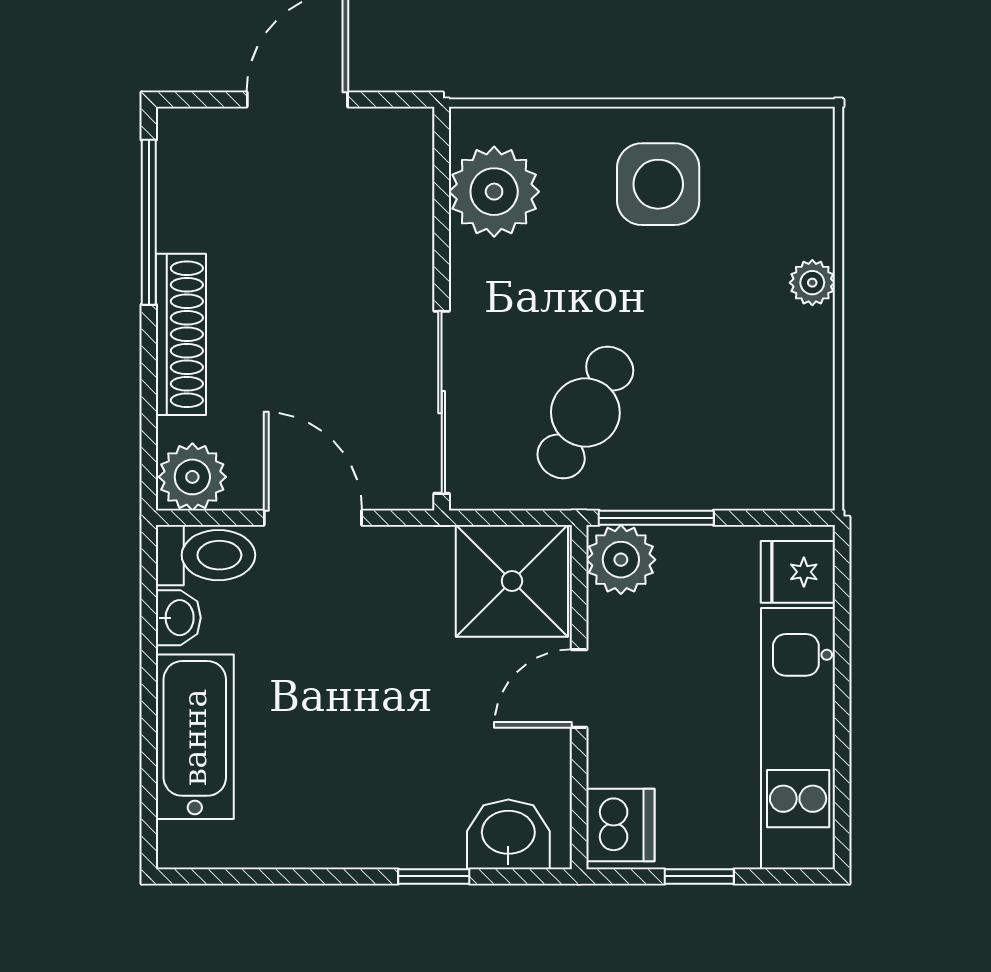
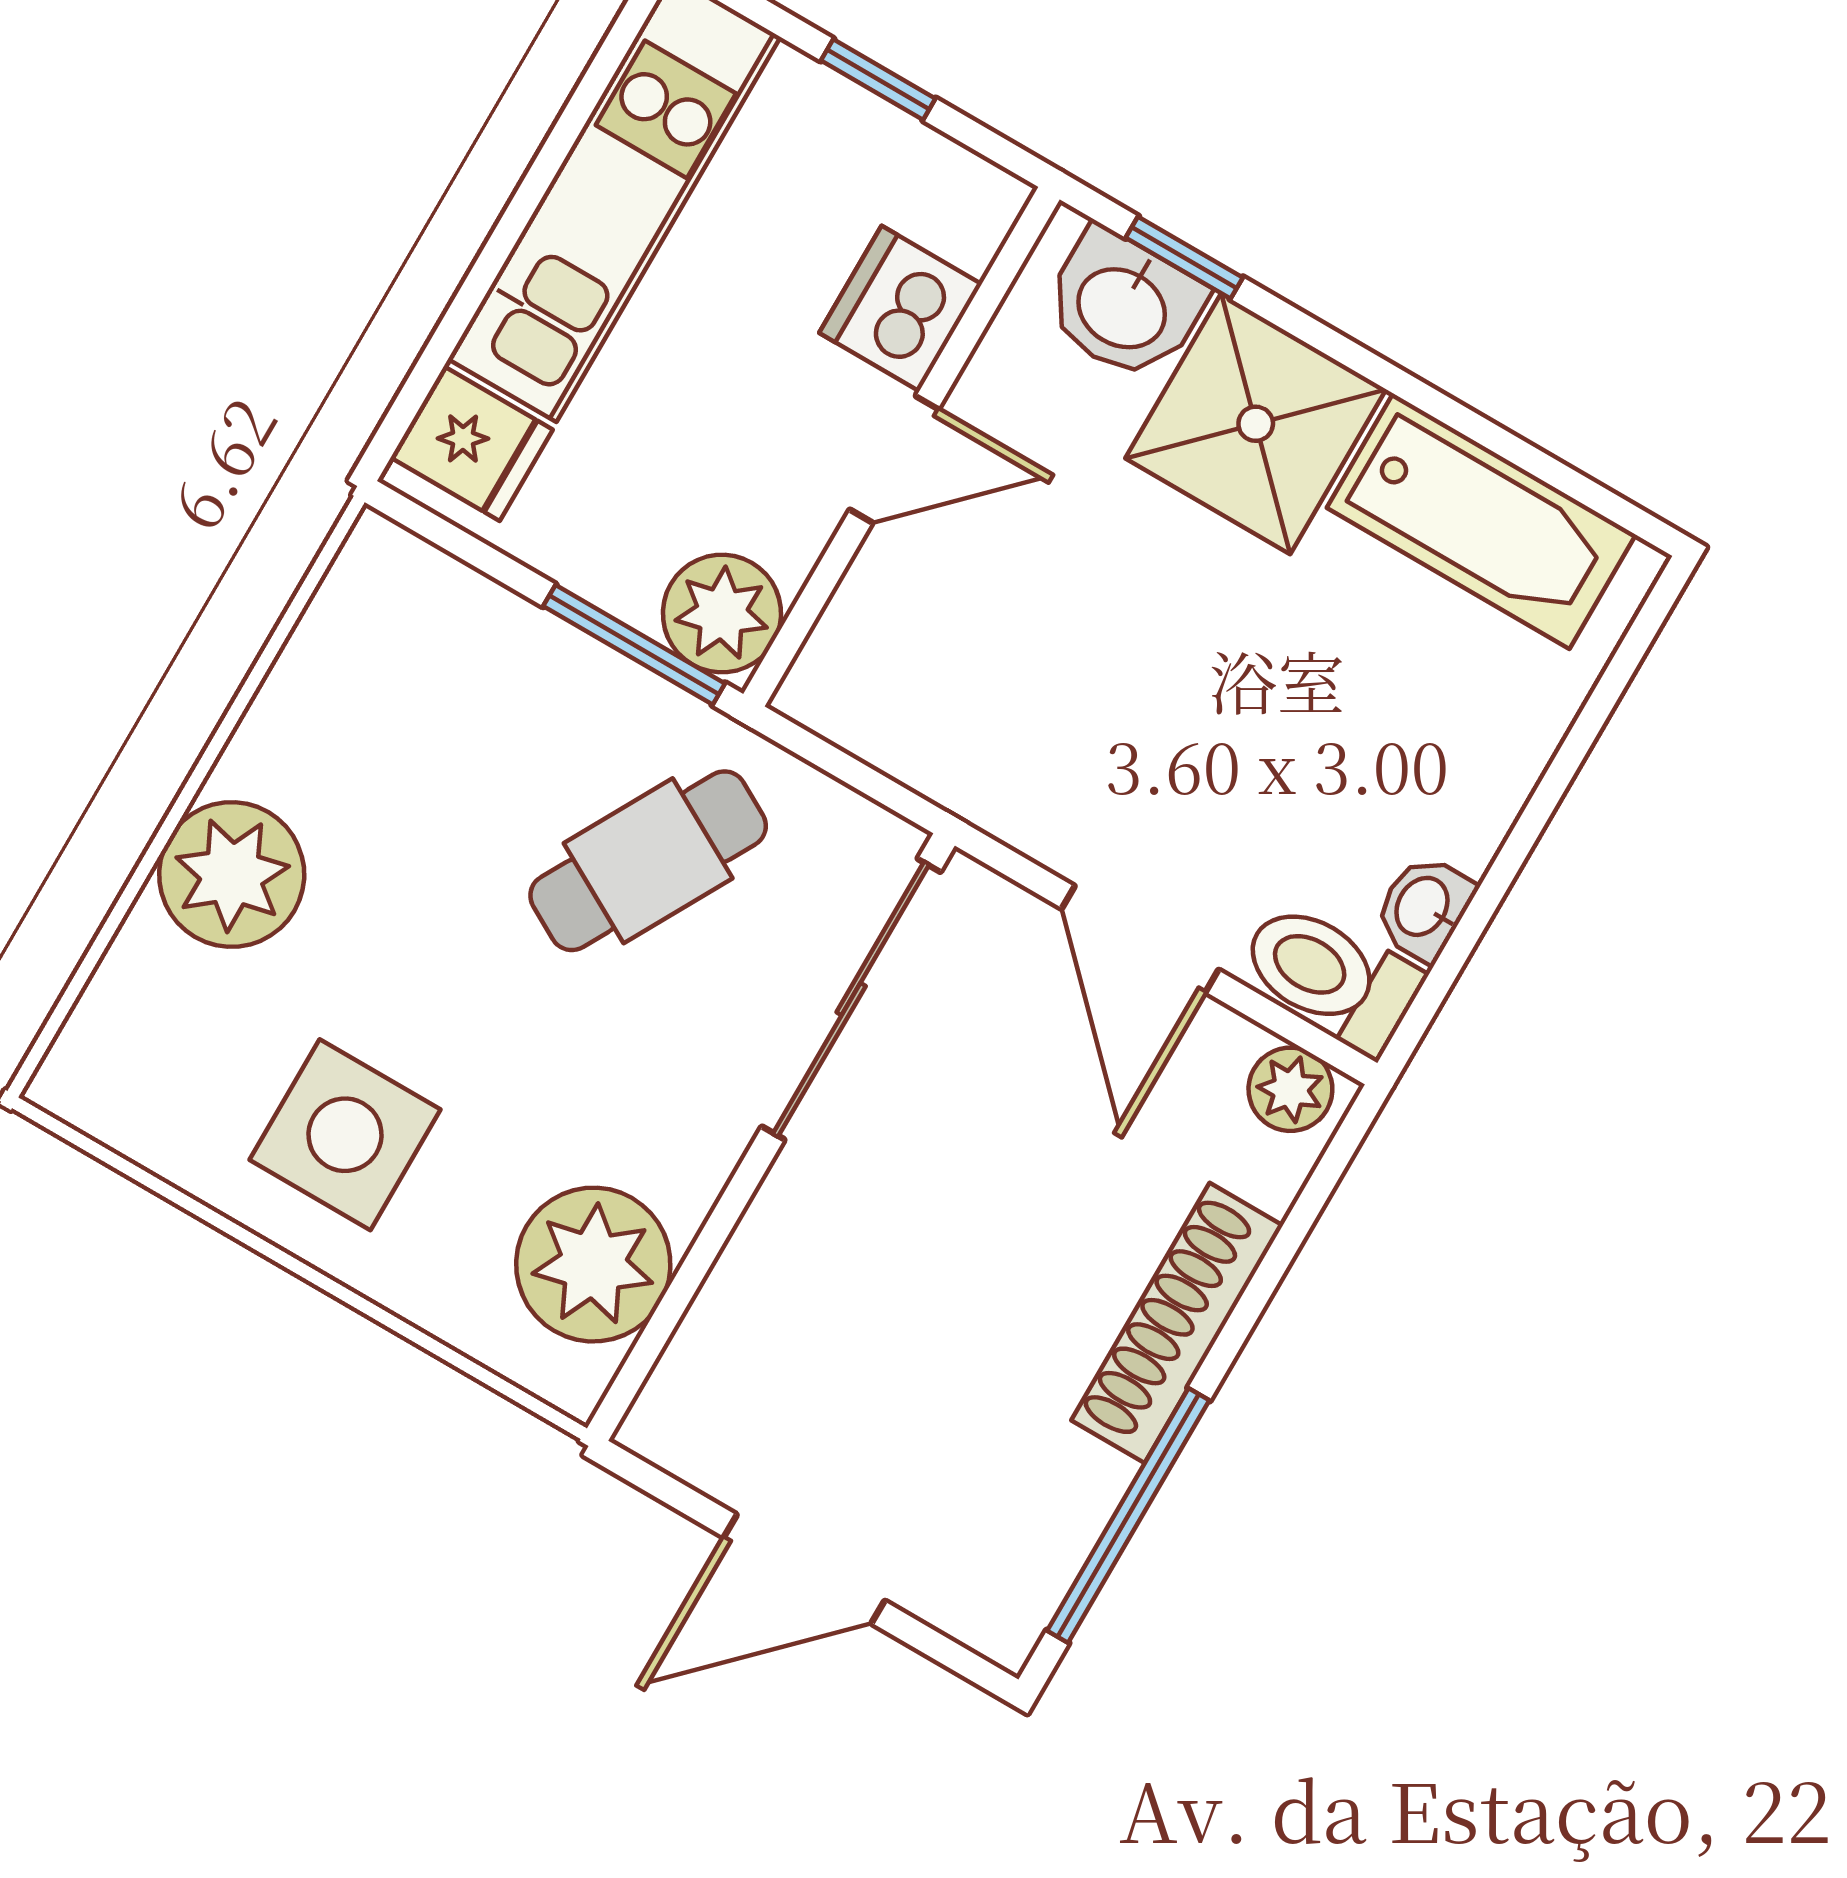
plant: (812, 283) -> (232, 875), width x1.88, depth x1.88
plant: (192, 477) -> (1290, 1089), width x0.73, depth x0.73
shower: (512, 581) -> (1256, 424), moved
bathtub: (195, 737) -> (1481, 521), moved, turned -90
dishwasher: (620, 825) -> (901, 308), moved
window: (434, 876) -> (1184, 258), moved

